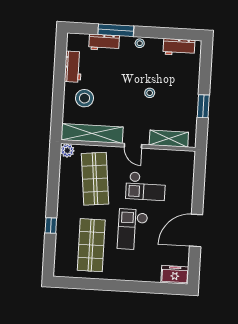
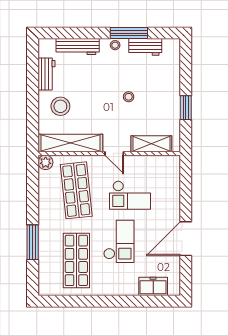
window: (116, 30) -> (129, 33), moved
workbench: (104, 42) -> (78, 47), width x1.38
workbench: (179, 47) -> (145, 47), moved
window: (51, 226) -> (33, 242), width x2.17
checkout: (133, 229) -> (119, 241), turned 180
freezer: (175, 275) -> (153, 286), moved

